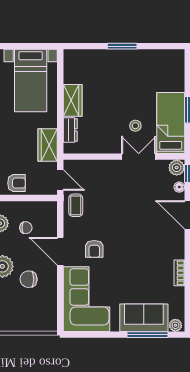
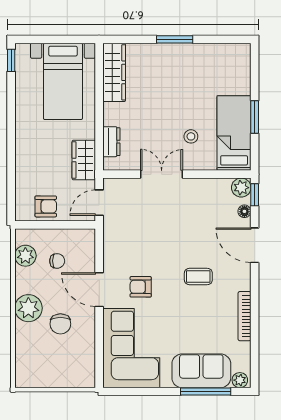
wardrobe: (73, 100) -> (114, 72), moved, width x1.50
double door: (139, 157) -> (162, 174), moved
door: (60, 180) -> (99, 203), swing flipped
coffee table: (76, 205) -> (198, 277), moved, turned 90
armchair: (94, 249) -> (141, 287), turned 90
bookcase: (179, 273) -> (245, 316), width x1.56
chair: (29, 279) -> (60, 324), turned -90

